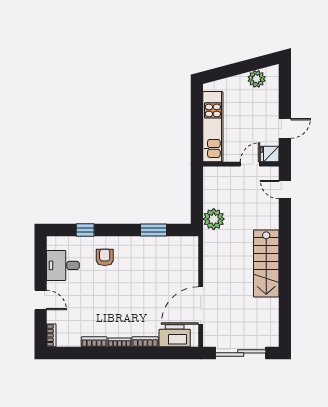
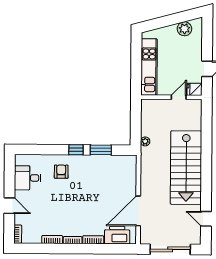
door: (285, 190) -> (206, 219), moved
plant: (214, 219) -> (145, 141), width x0.53, depth x0.53
window: (85, 230) -> (76, 150), moved
stairs: (266, 263) -> (186, 168), width x1.36, depth x1.51

